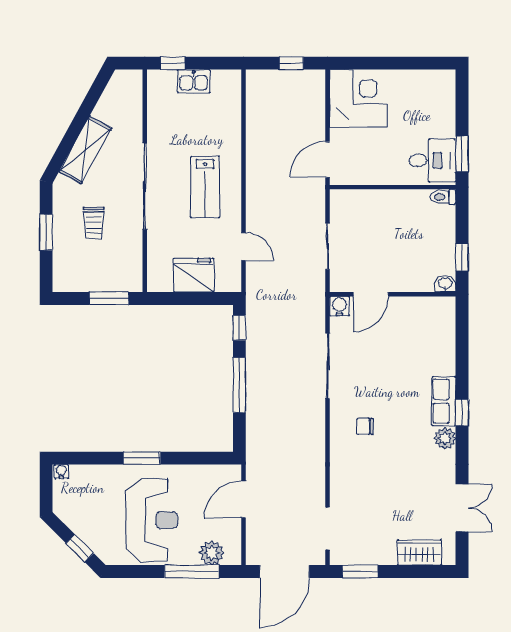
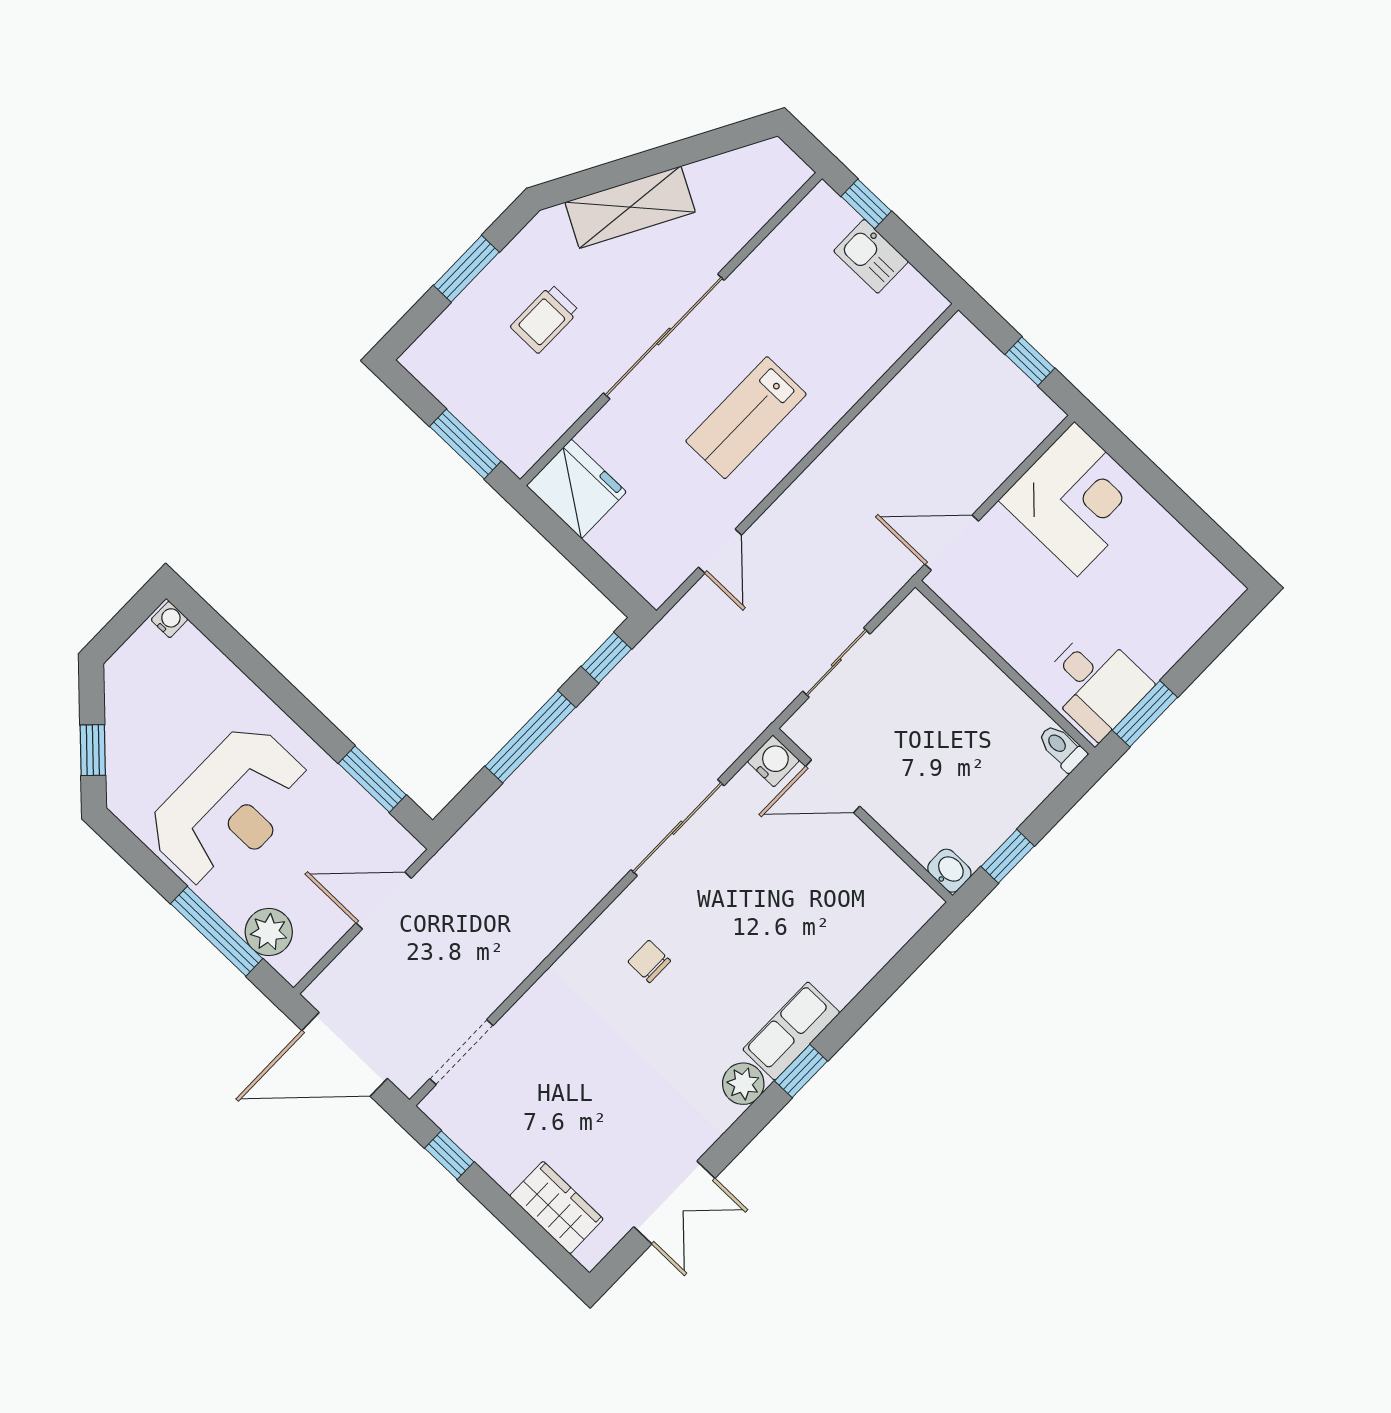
fridge: (194, 275) -> (576, 489), moved
window: (142, 458) -> (372, 779), moved
window: (360, 572) -> (449, 1155), width x0.67

